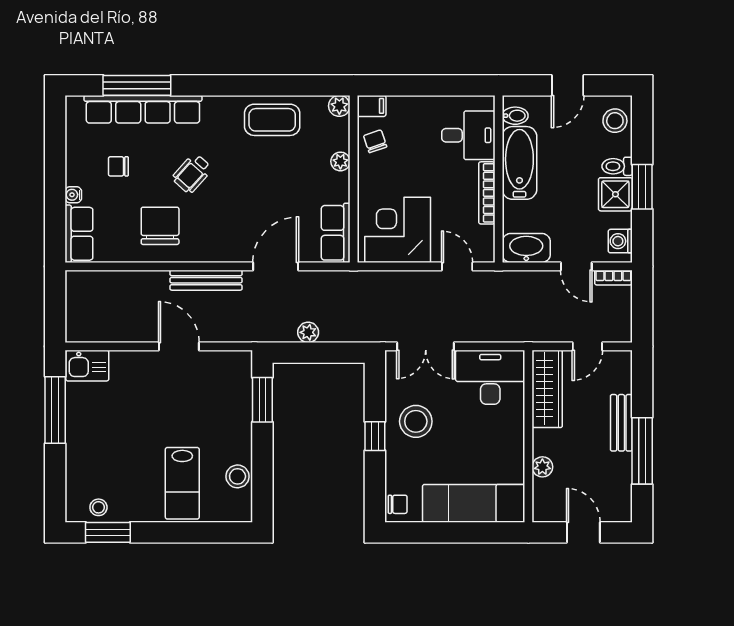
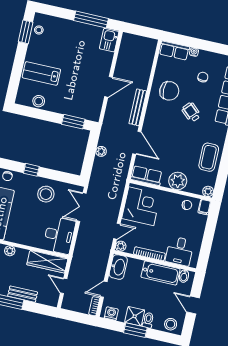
plant: (340, 161) -> (178, 181), width x1.87, depth x1.87
plant: (485, 252) -> (121, 246), added
window: (375, 436) -> (31, 170), moved

